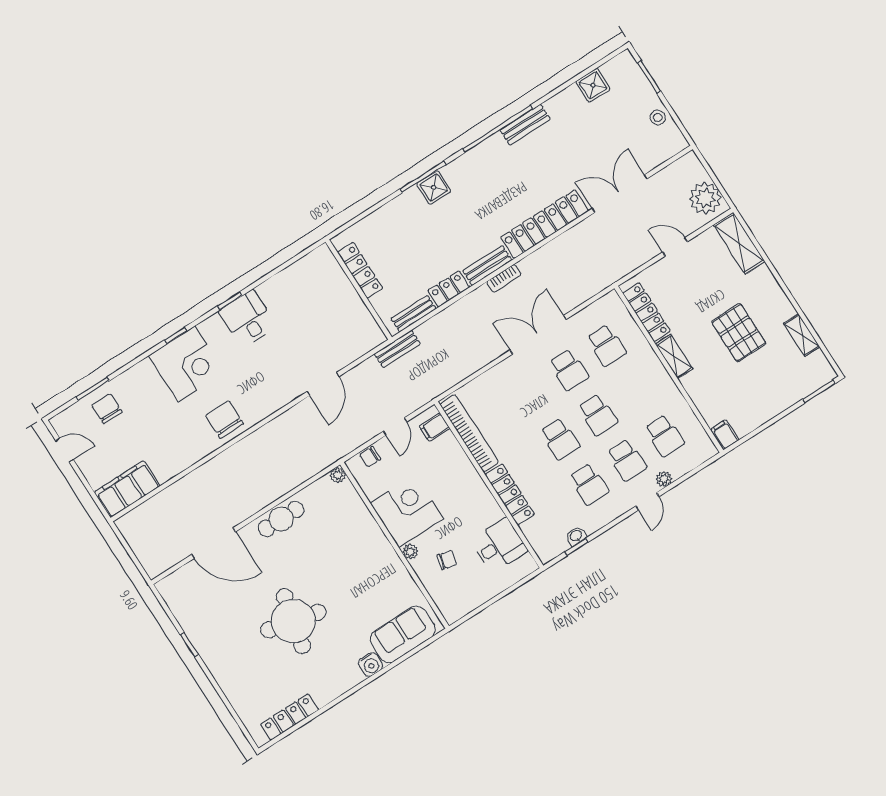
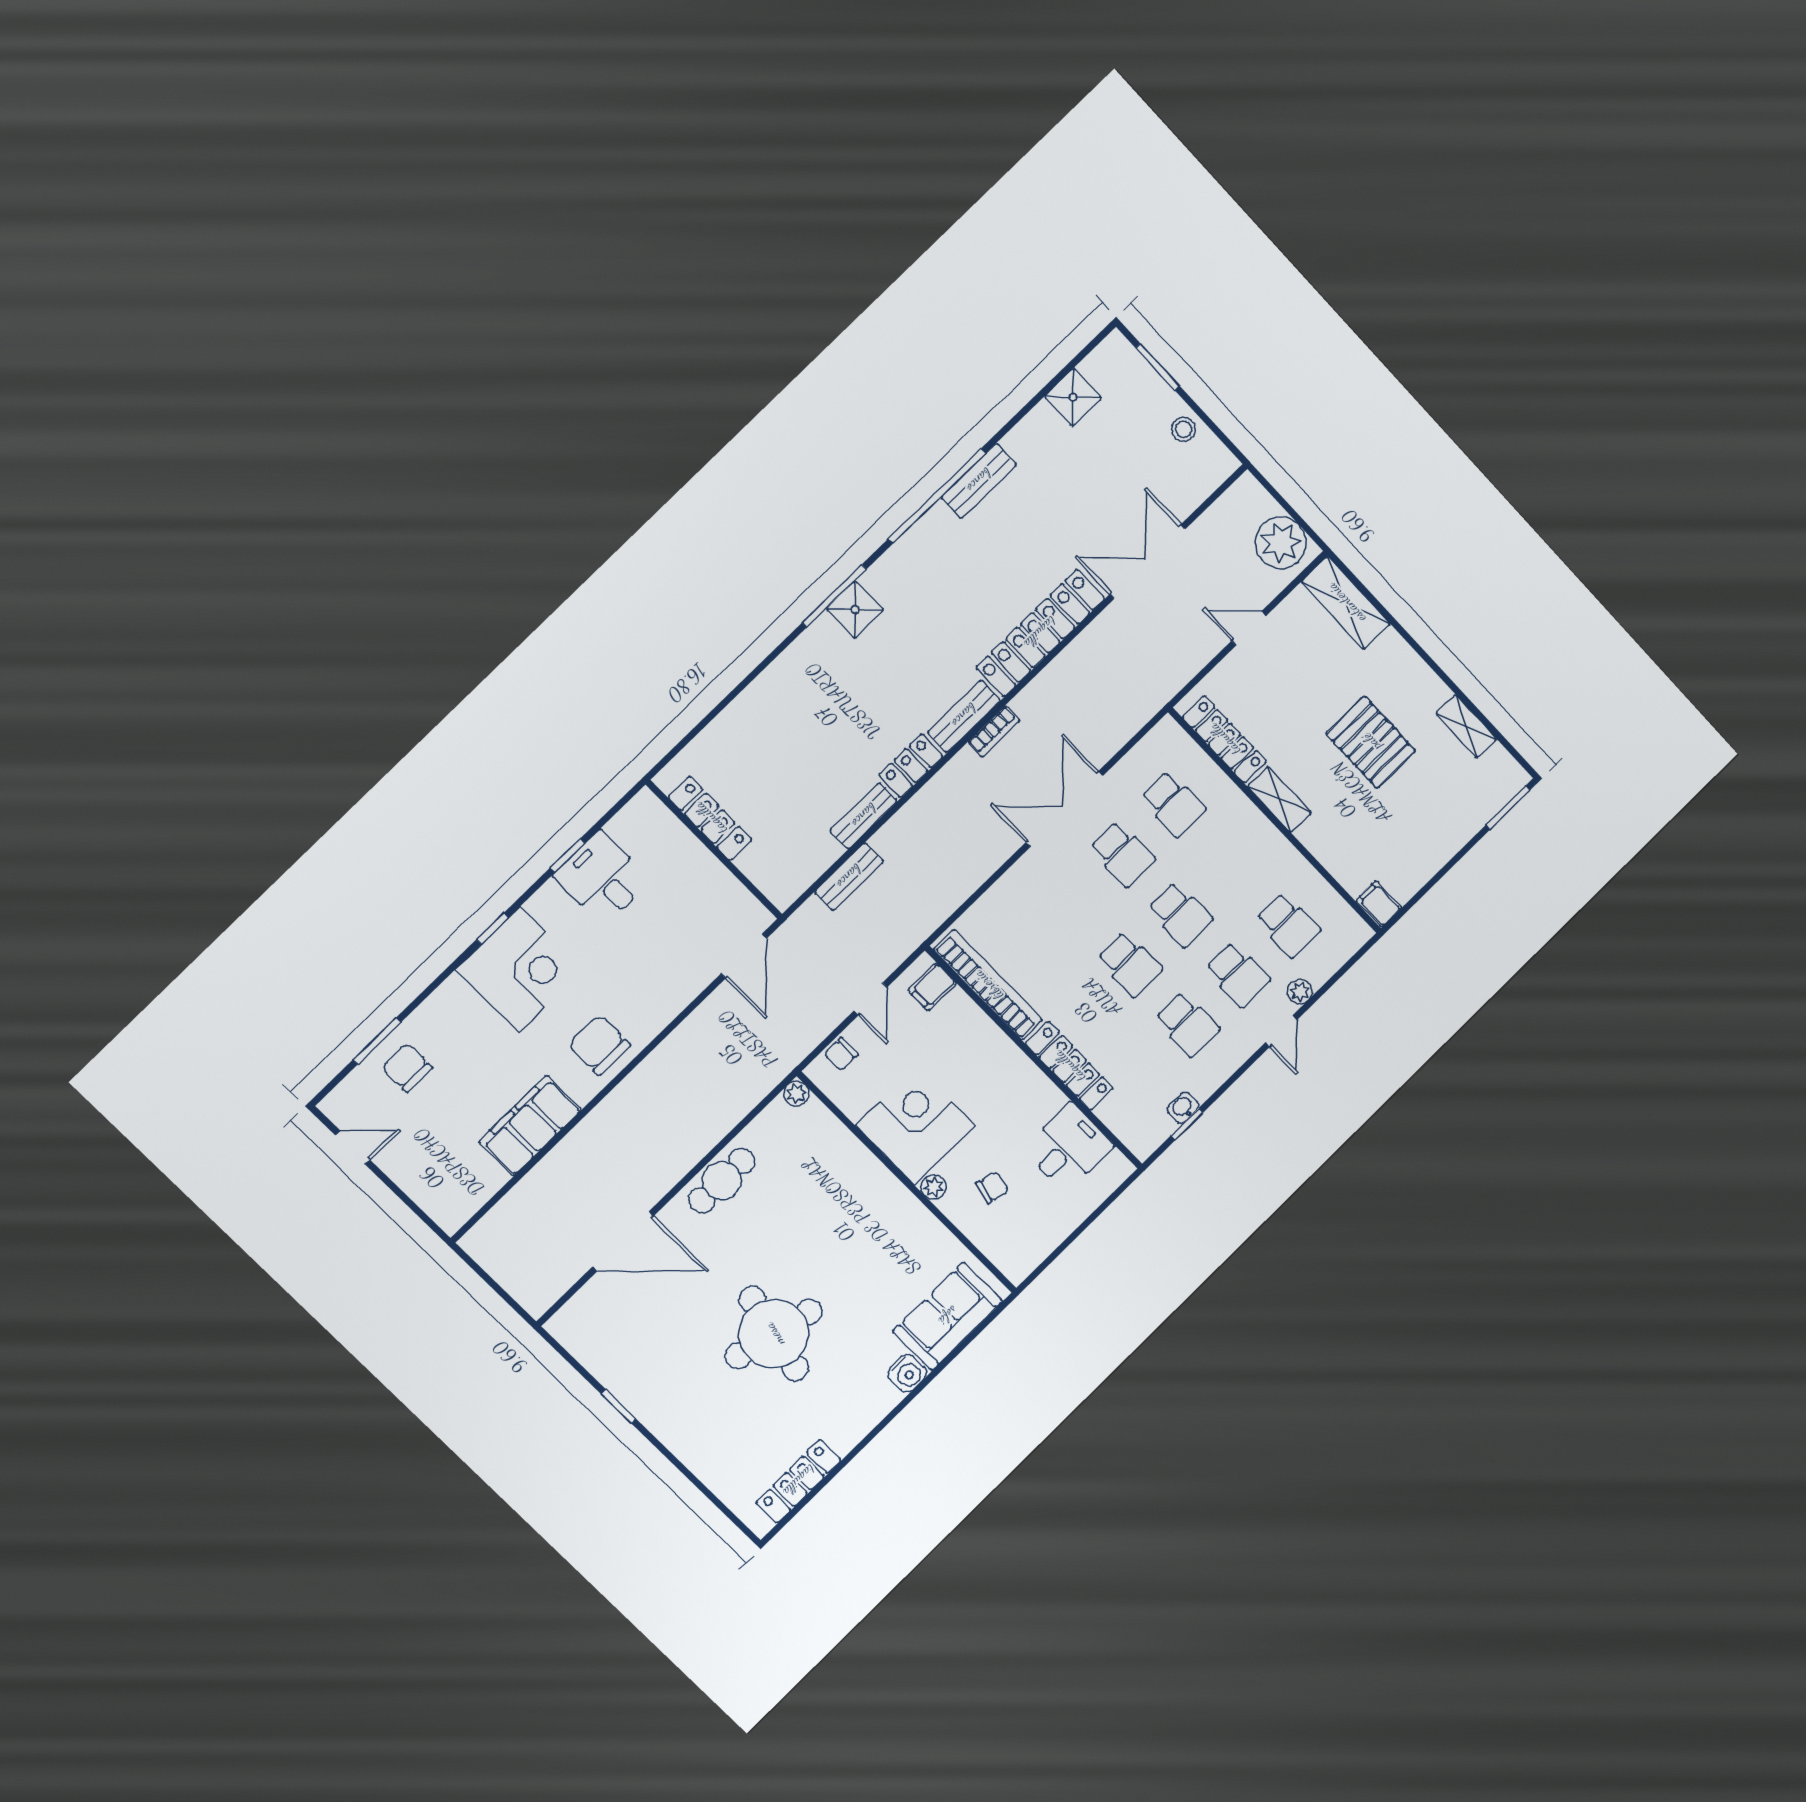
locker: (360, 270) -> (710, 818), moved
wall: (359, 290) -> (714, 850), moved
filing cabinet: (127, 489) -> (530, 1126), moved

